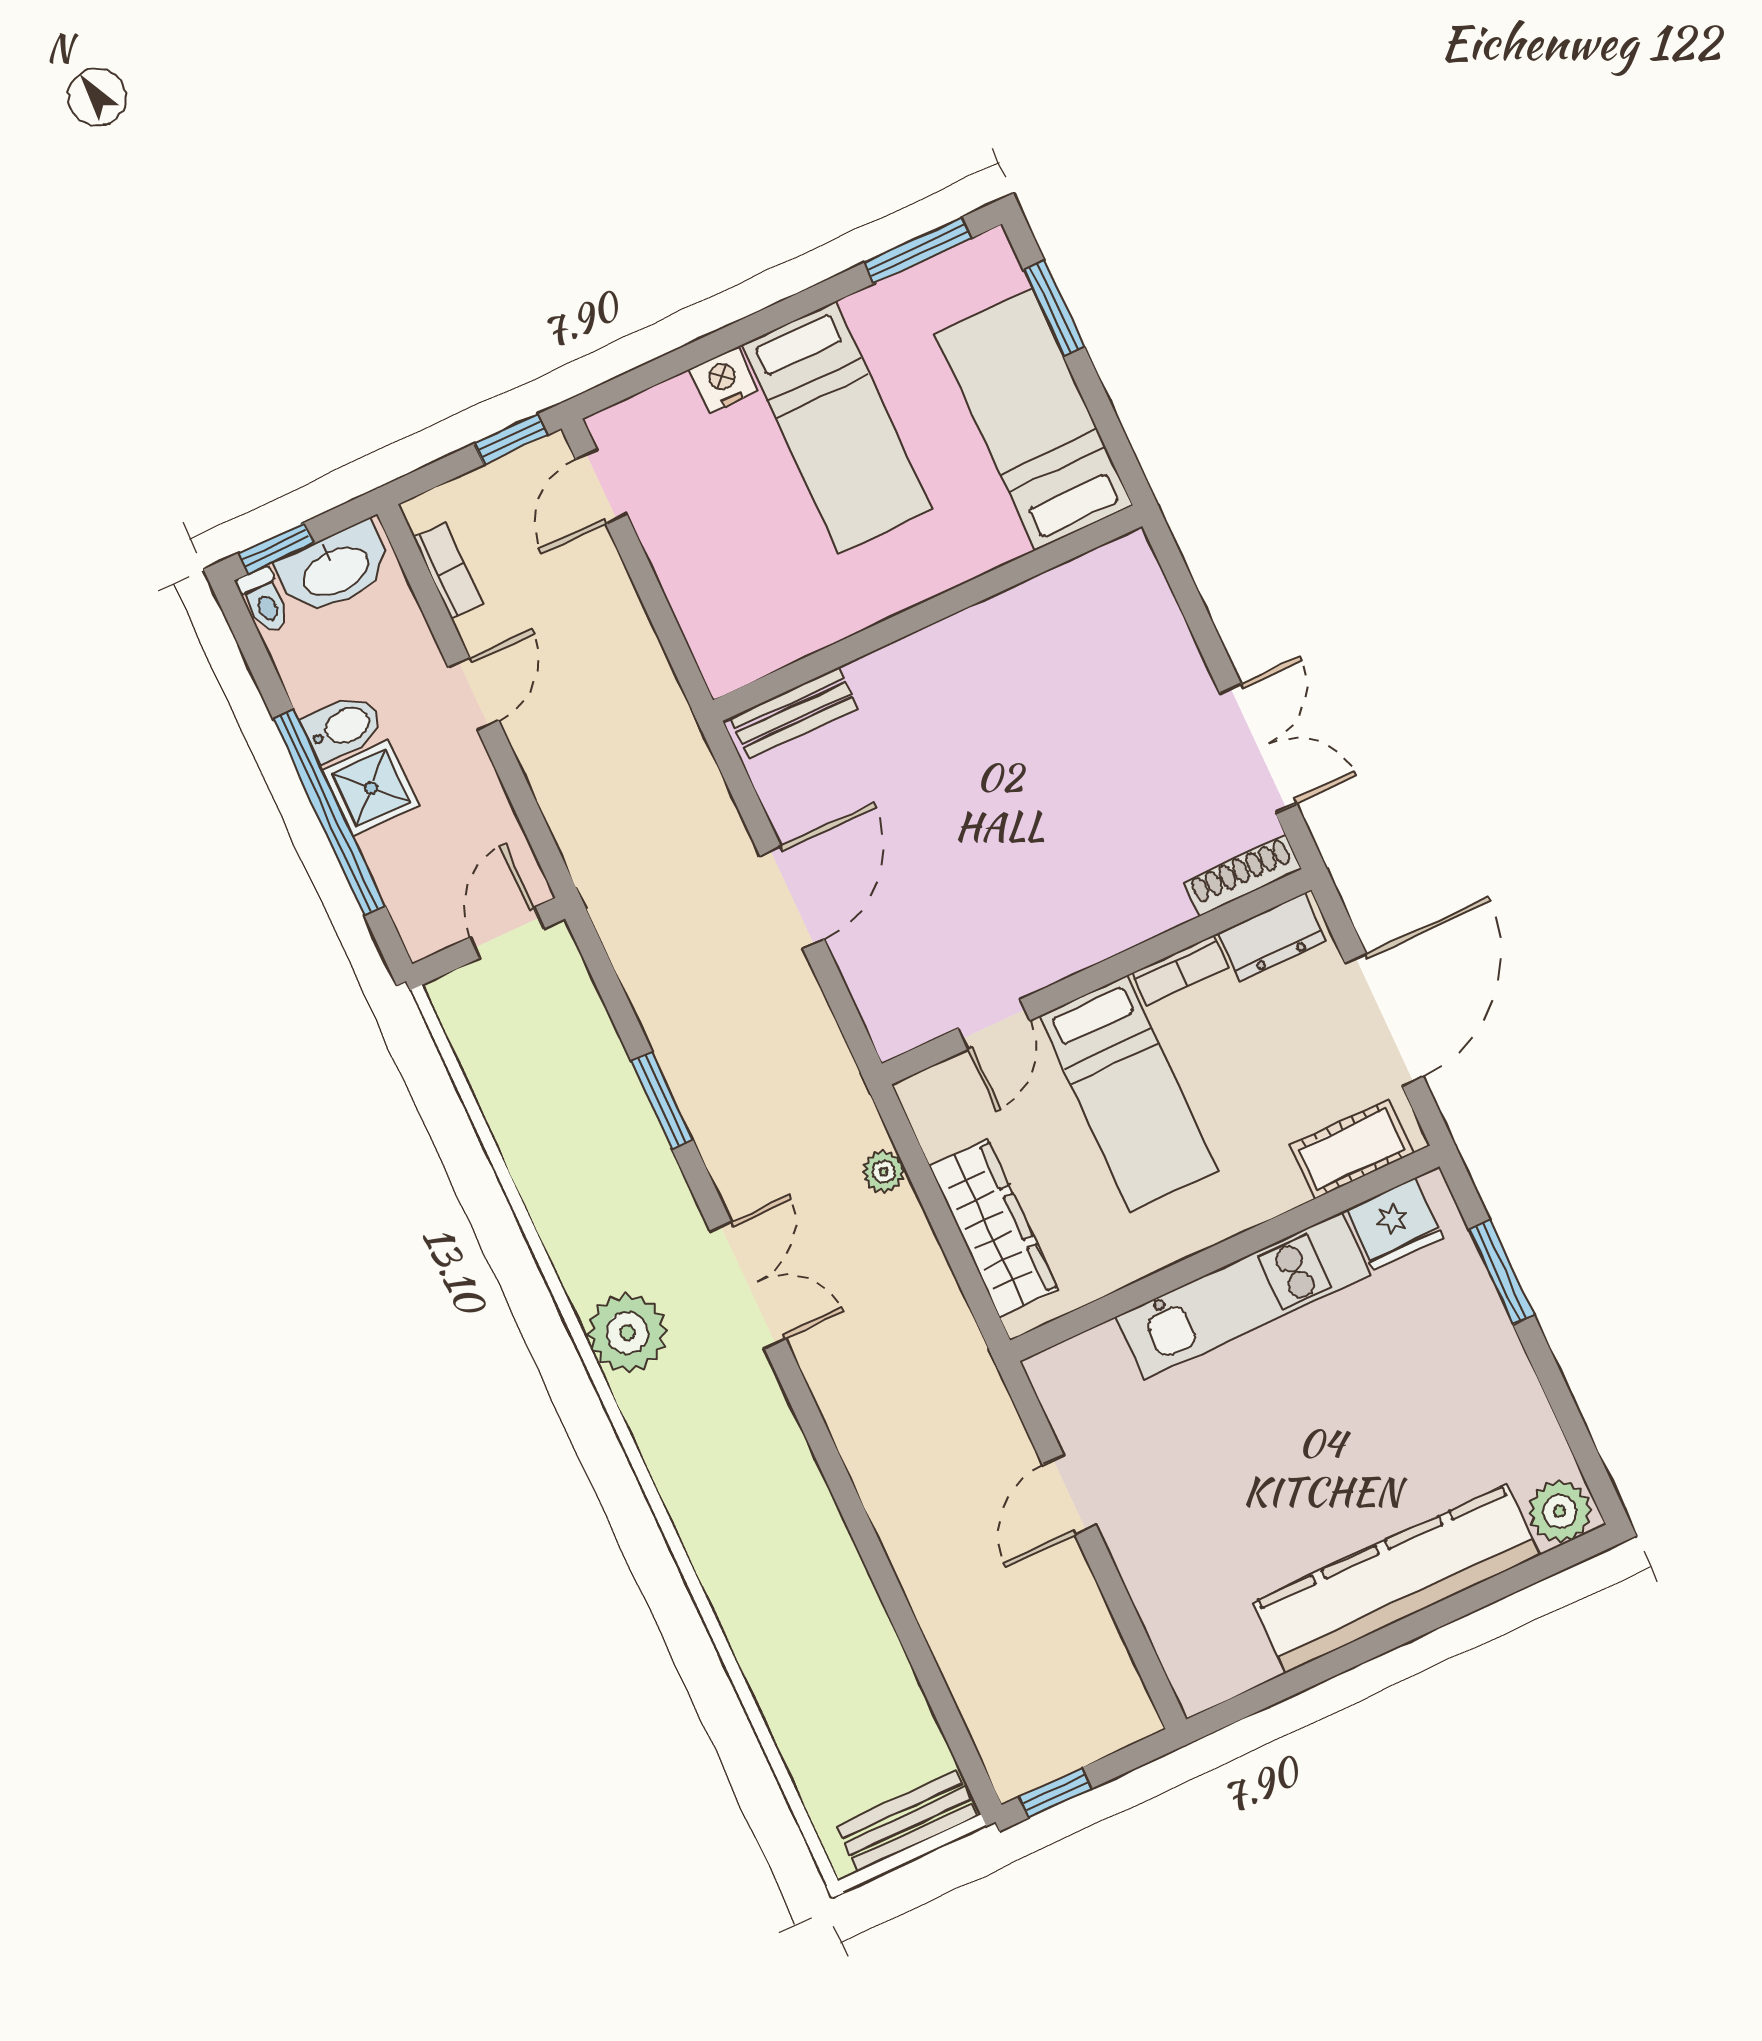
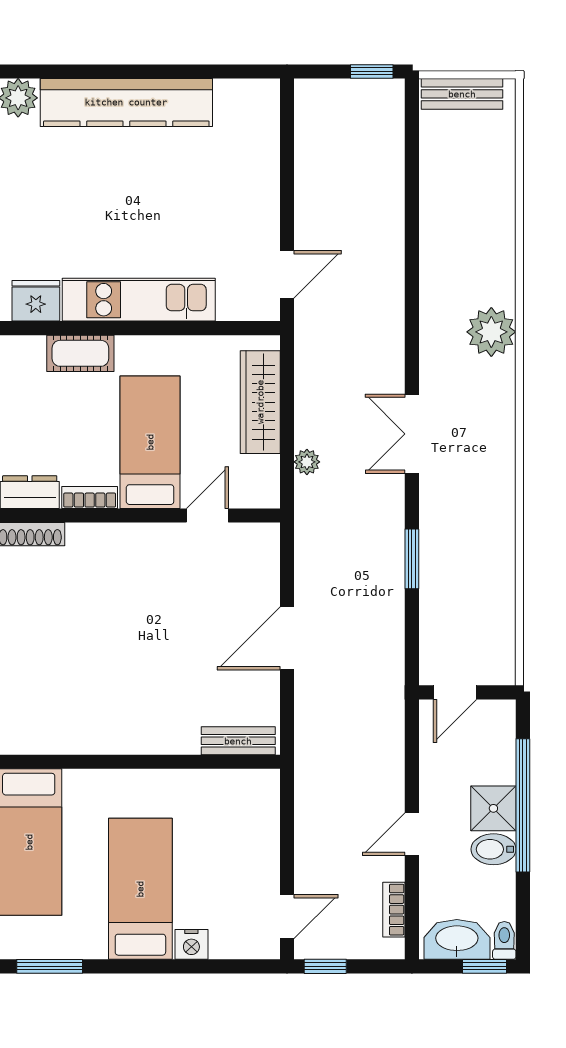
cot: (1352, 1149) -> (80, 353), moved
plant: (627, 1333) -> (491, 332), moved
door: (1069, 1495) -> (287, 274), moved

